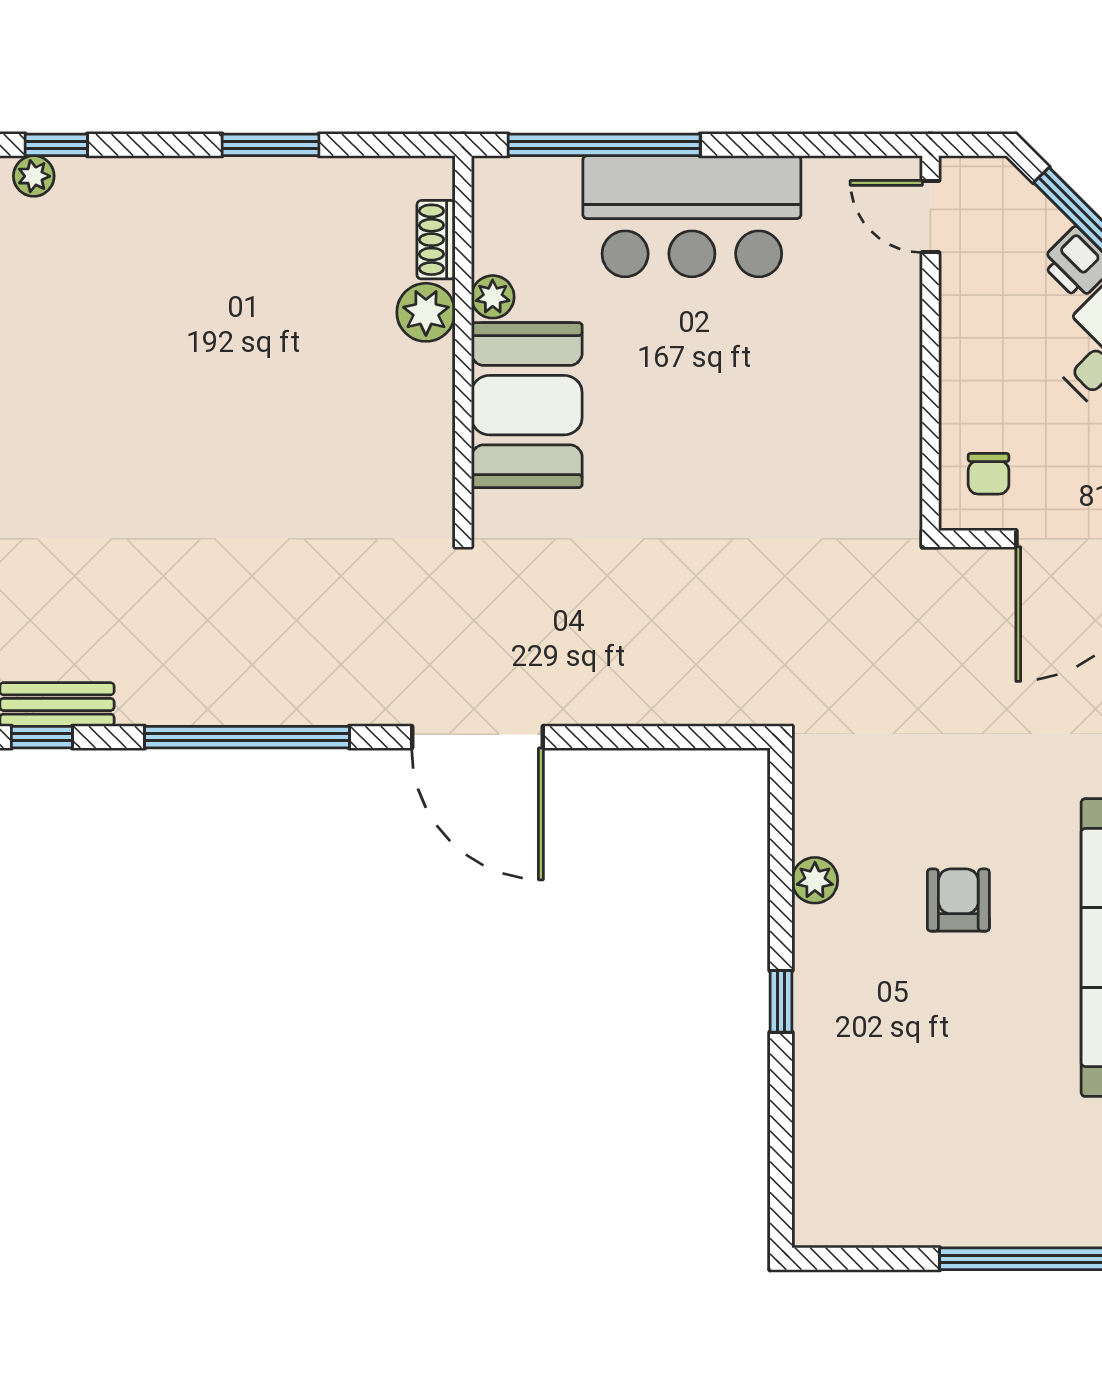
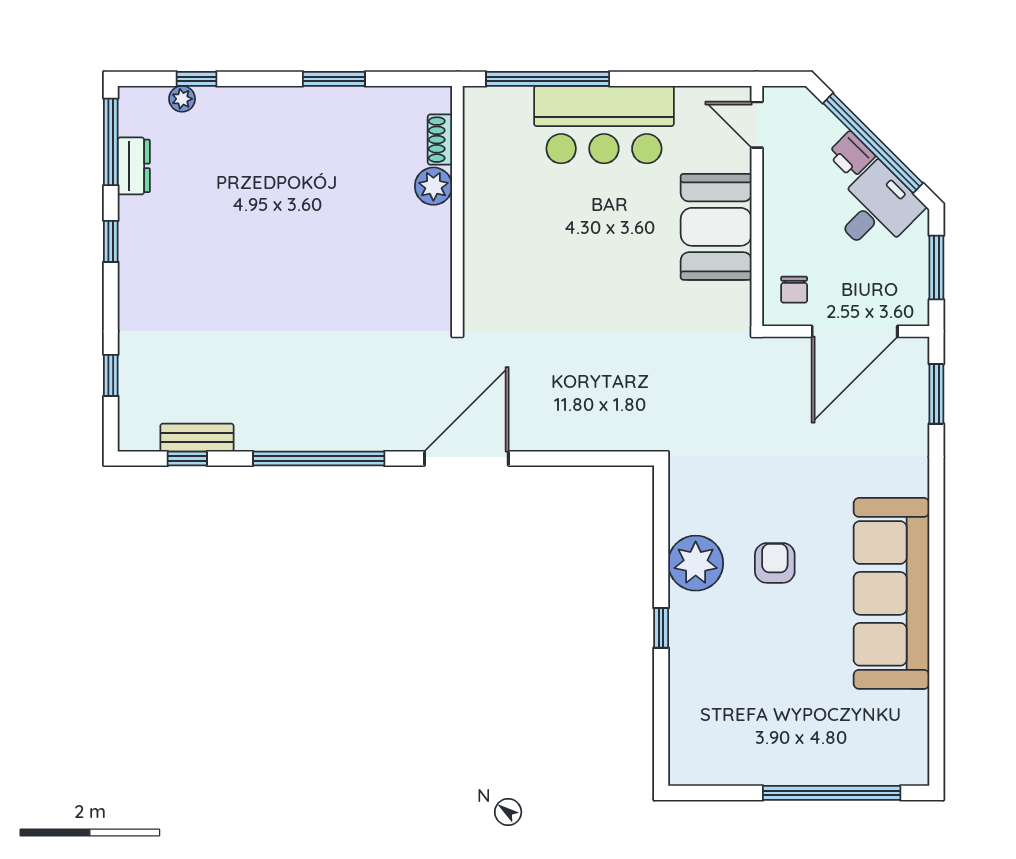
plant: (493, 297) -> (476, 176), removed
booth: (527, 405) -> (716, 227), moved
door: (477, 737) -> (466, 459), swing flipped
plant: (815, 880) -> (696, 563), width x1.87, depth x1.87

